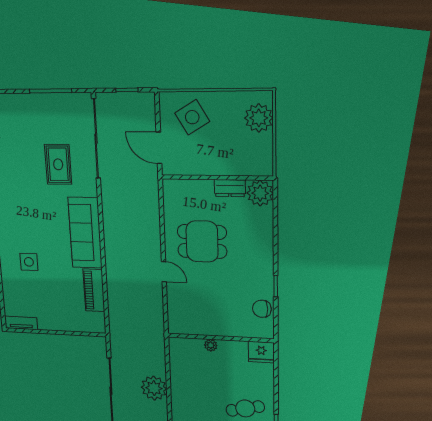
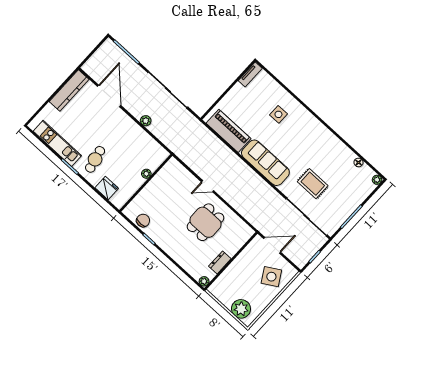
plant: (260, 193) -> (204, 281), width x0.53, depth x0.53
piano: (94, 290) -> (229, 131), width x1.37, depth x1.33
fridge: (261, 352) -> (107, 188), moved, turned 90
plant: (154, 388) -> (146, 121), width x0.53, depth x0.53

